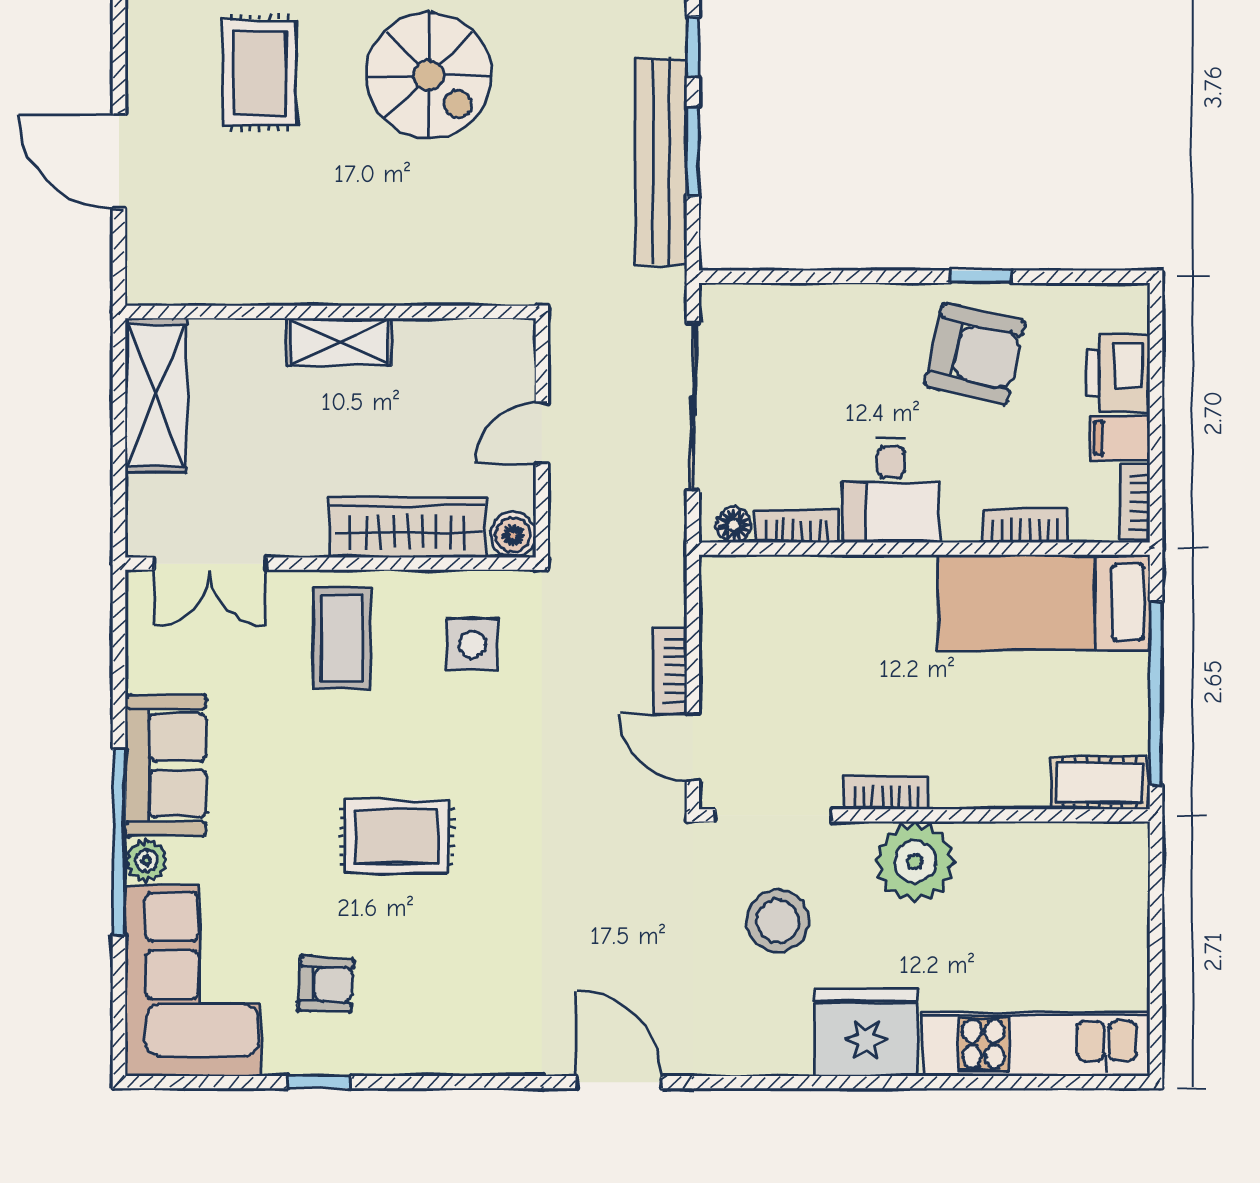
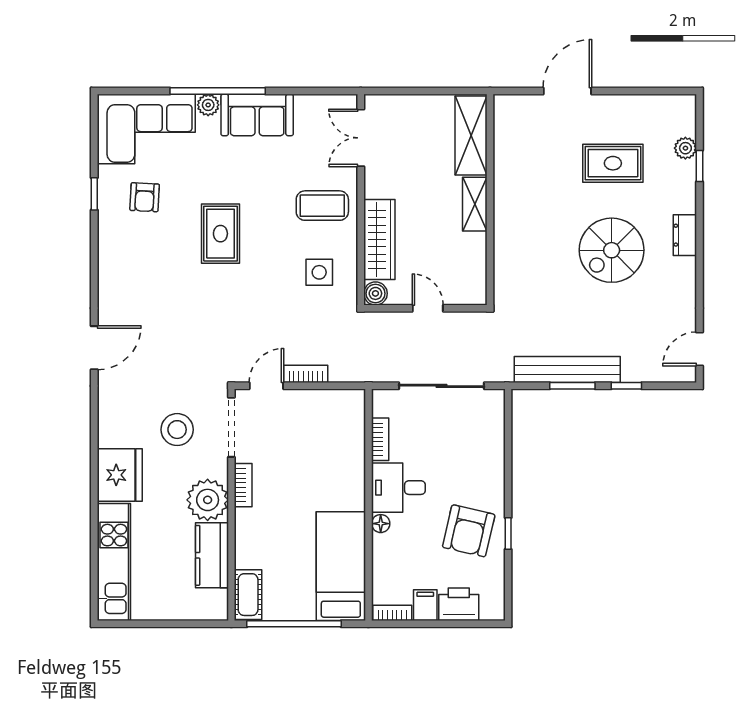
shelving: (156, 395) -> (471, 135), moved, turned 90
floor lamp: (734, 525) -> (381, 524), moved
bookcase: (1025, 525) -> (380, 557), removed
kitchen counter: (1023, 853) -> (212, 555), added

